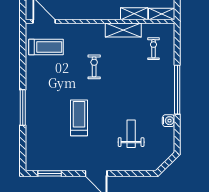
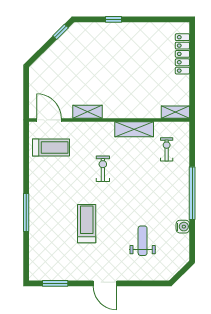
shelving: (134, 14) -> (88, 112), moved

